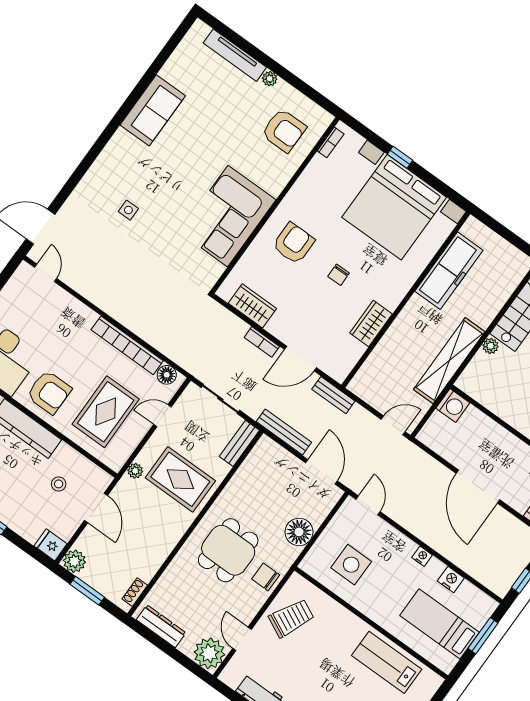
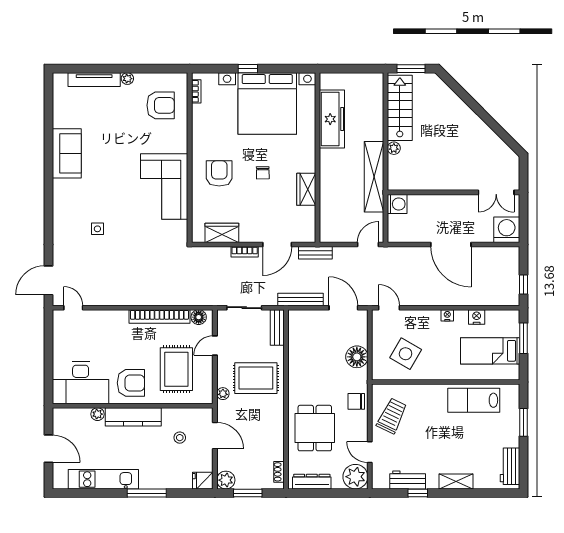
dining table: (228, 550) -> (315, 428), moved
side table: (351, 565) -> (406, 354), turned 30

